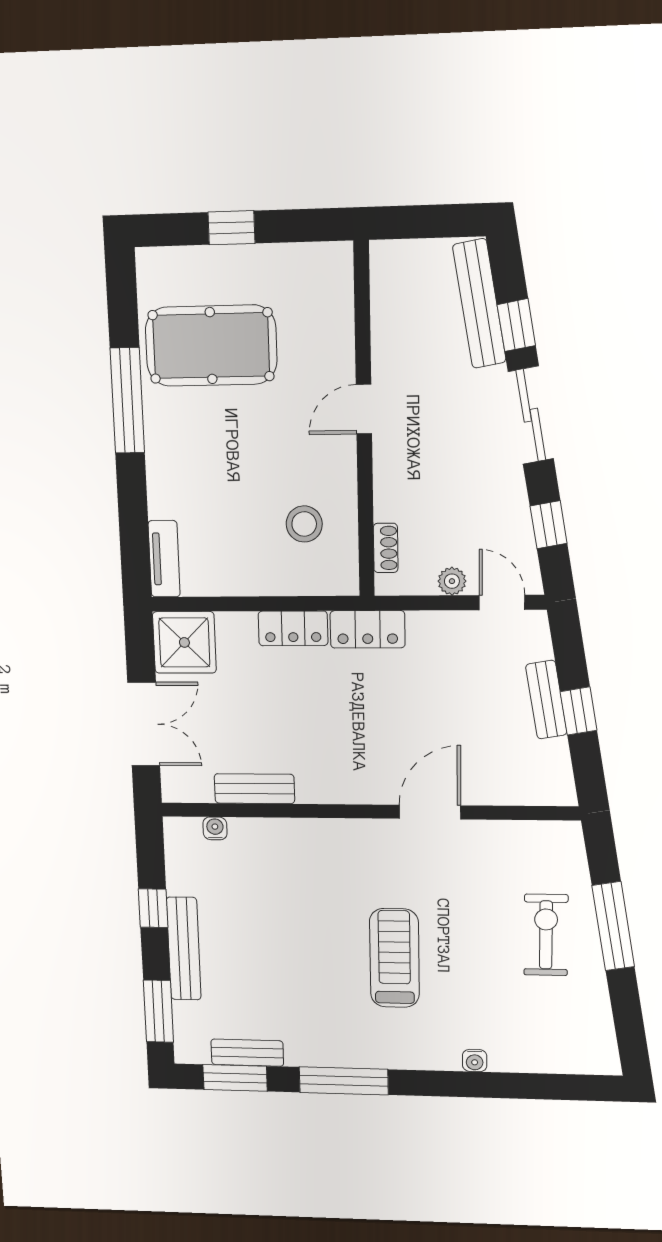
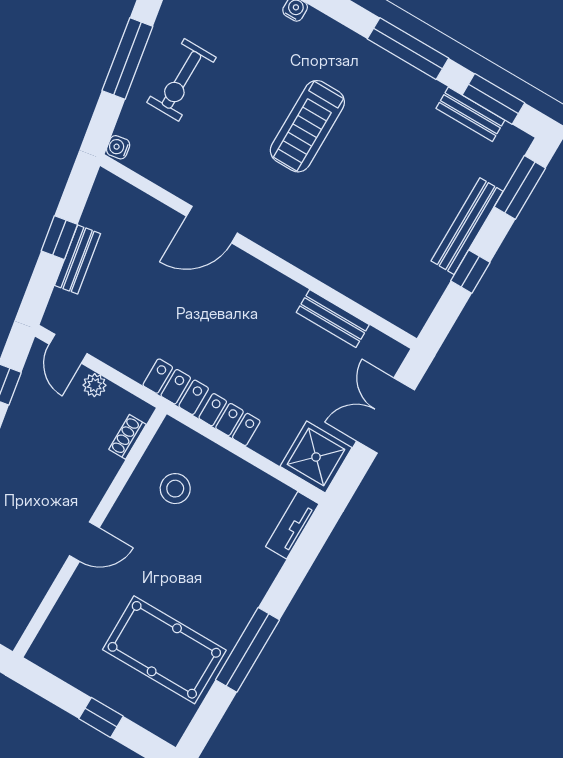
water cooler: (215, 828) -> (118, 147), moved, turned 80

